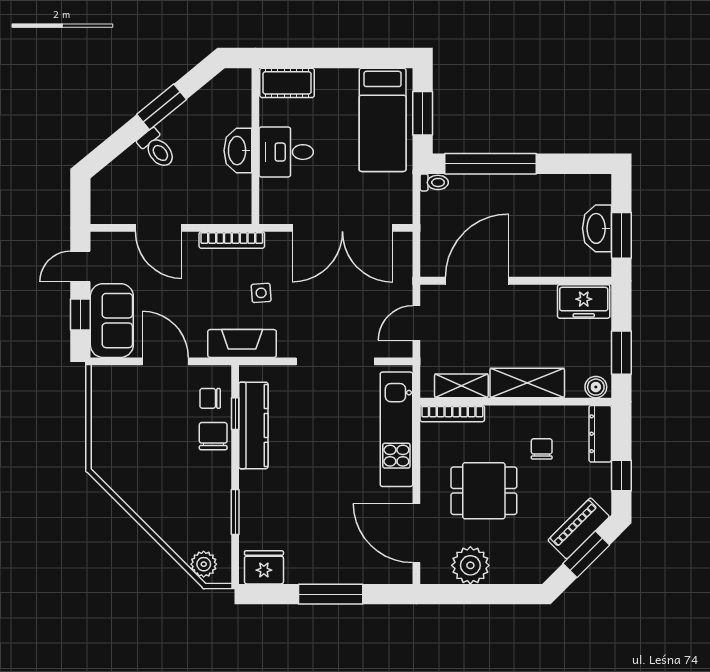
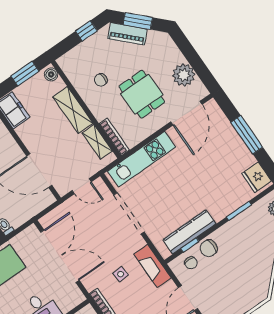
dresser: (600, 434) -> (73, 56), removed

